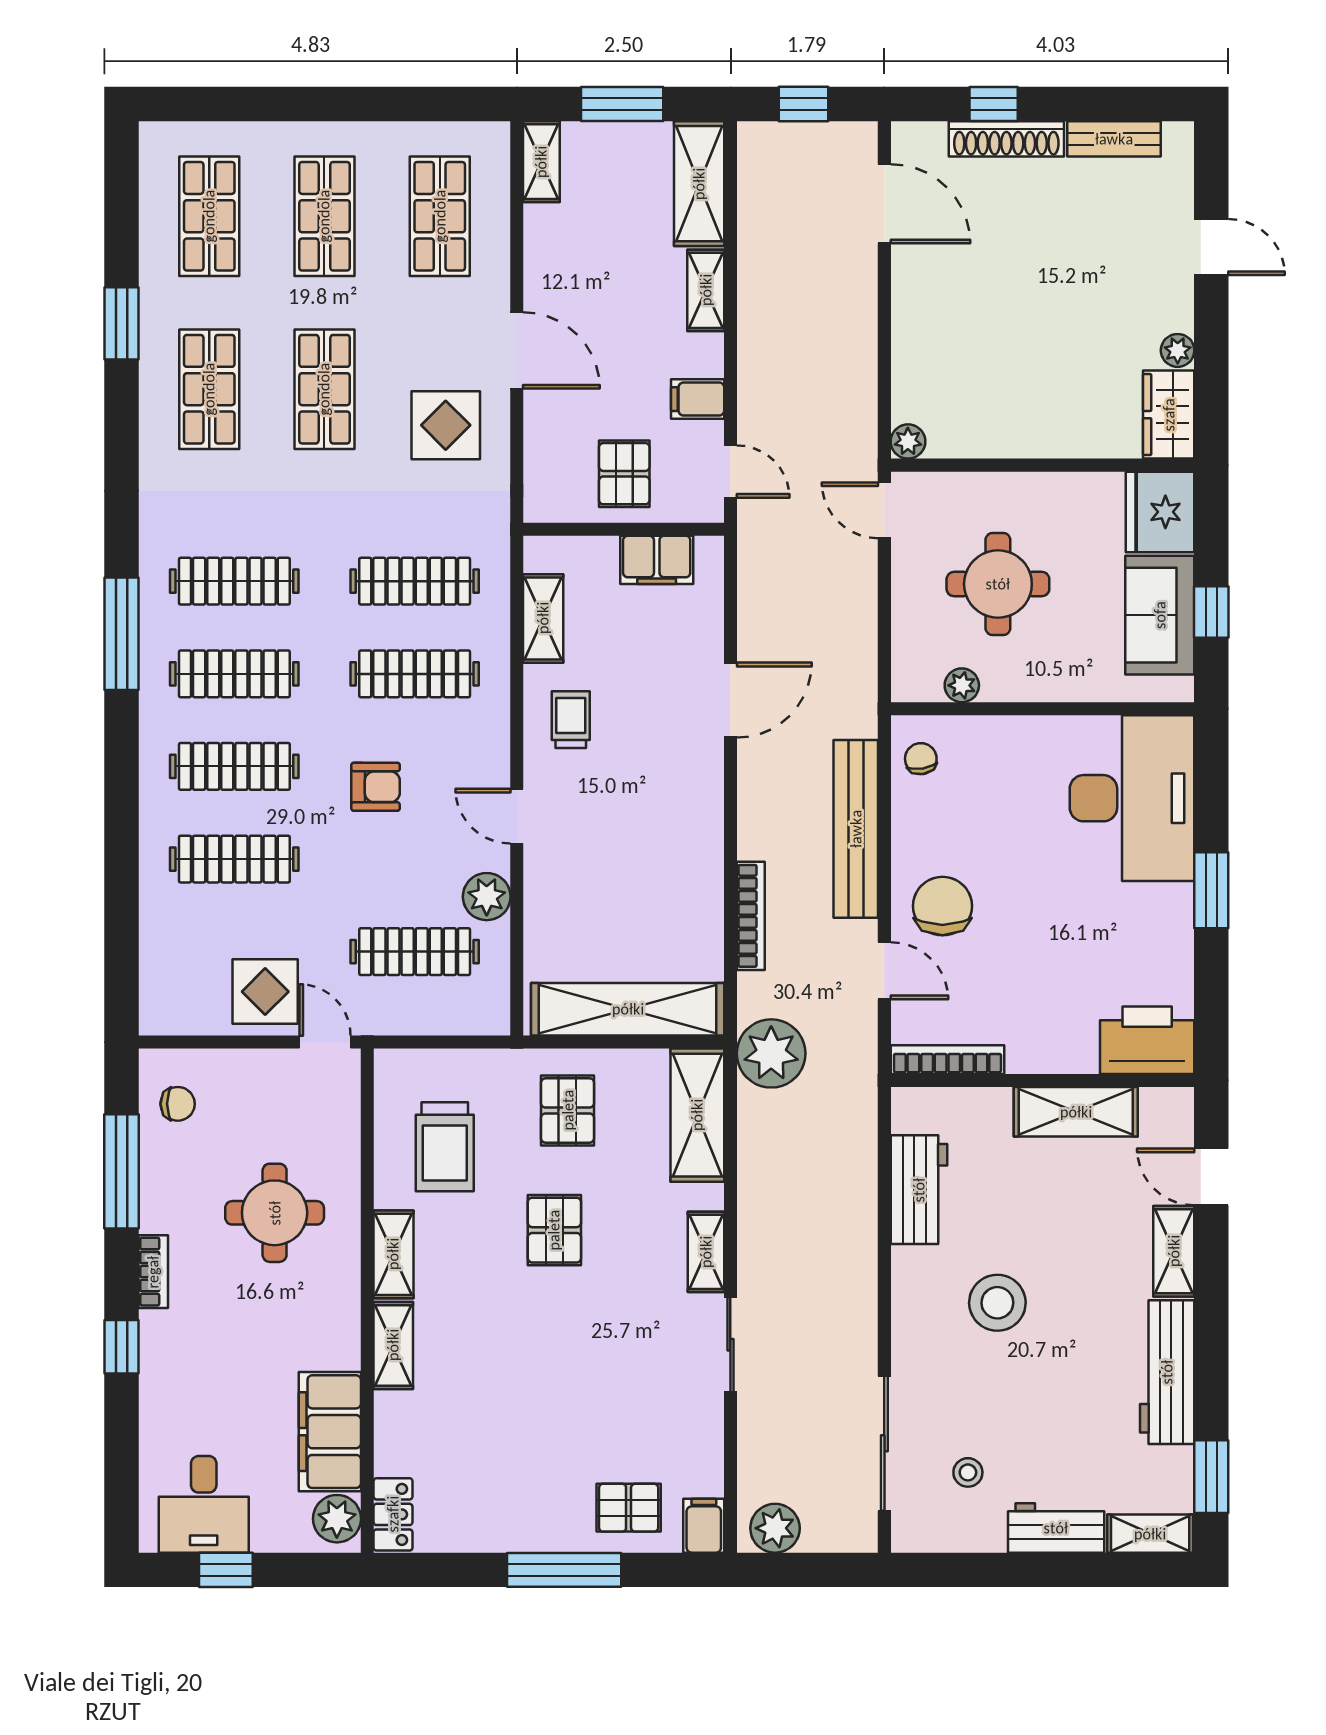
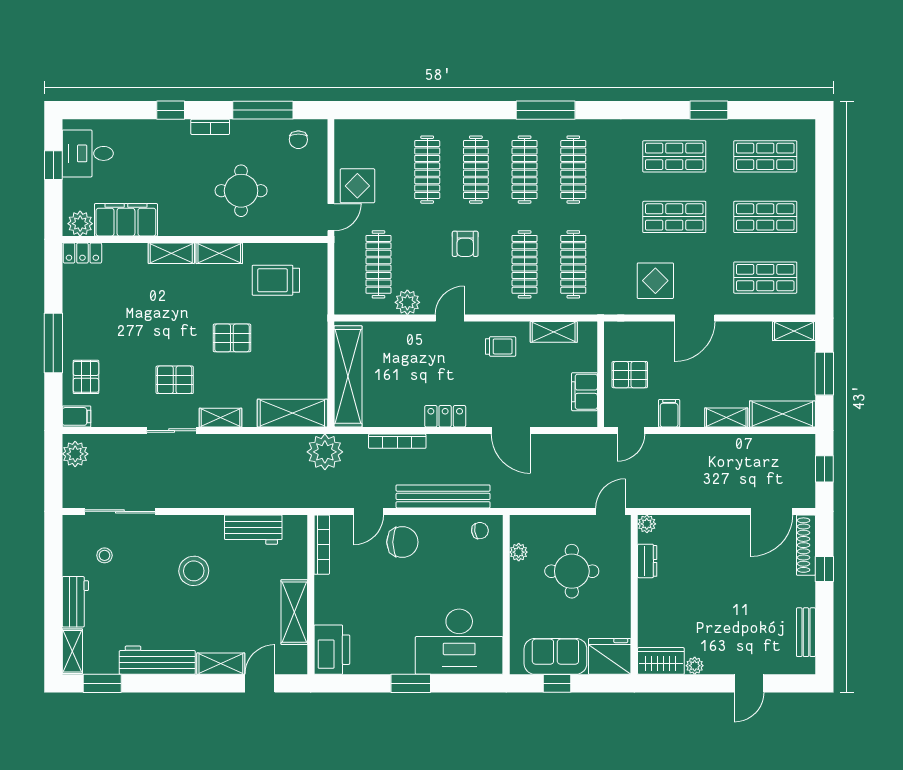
shoe rack: (1006, 139) -> (806, 545), moved
dresser: (978, 441) -> (647, 561), added
locker: (703, 825) -> (445, 416), added
pallet: (568, 1110) -> (175, 380), moved

